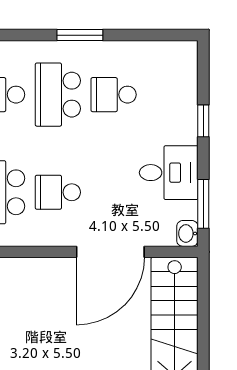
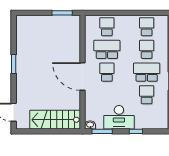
desk: (169, 173) -> (119, 117), width x1.37
door: (110, 252) -> (83, 77), moved

